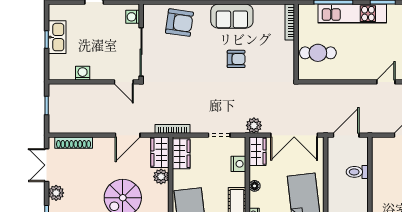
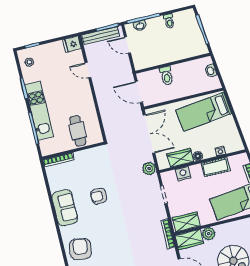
armchair: (236, 59) -> (99, 196), turned -90
wardrobe: (257, 151) -> (180, 158), moved

